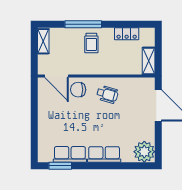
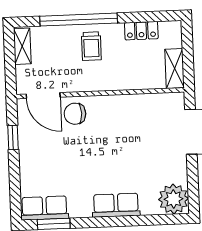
window: (83, 24) -> (79, 20), width x1.46
wheelchair: (107, 94) -> (117, 119), removed
window: (34, 104) -> (13, 137), added
row of seats: (70, 154) -> (44, 208), moved

